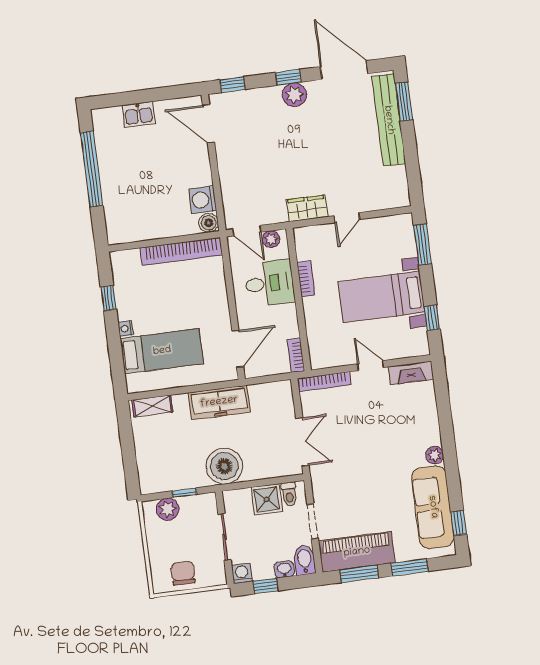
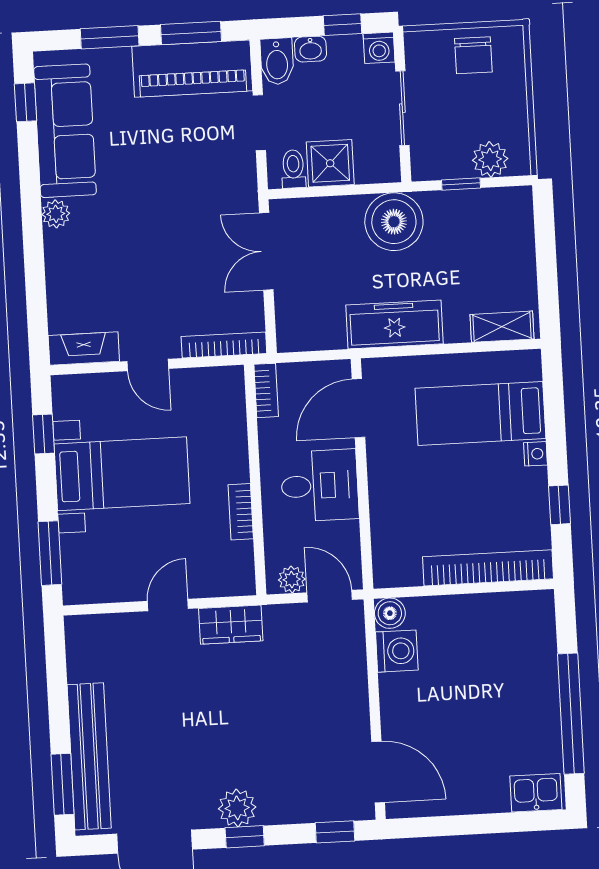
kitchen sink: (139, 114) -> (536, 793), moved
bookcase: (181, 252) -> (488, 568), moved
desk: (269, 283) -> (320, 486), moved, turned 180

